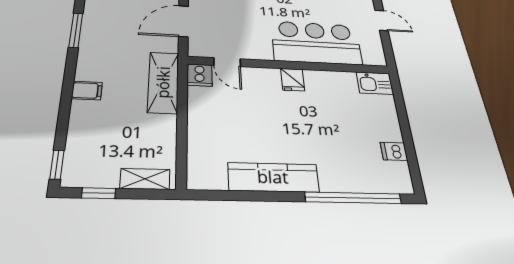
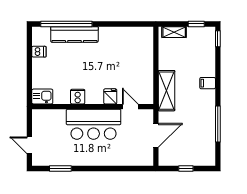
window: (76, 30) -> (218, 124), width x1.44
bar counter: (316, 43) -> (94, 124), moved
cooker: (200, 75) -> (78, 97), moved
fridge: (293, 80) -> (110, 96), moved
kitchen counter: (273, 177) -> (74, 34), moved

